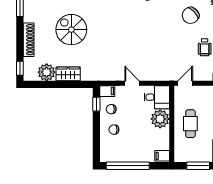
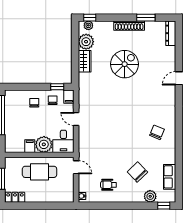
shoe rack: (29, 40) -> (129, 26), moved
plant: (29, 70) -> (88, 25), added
door: (132, 83) -> (76, 119), swing flipped
cafe table: (190, 124) -> (40, 172), width x1.37, depth x1.35
filing cabinet: (162, 156) -> (30, 146), moved

